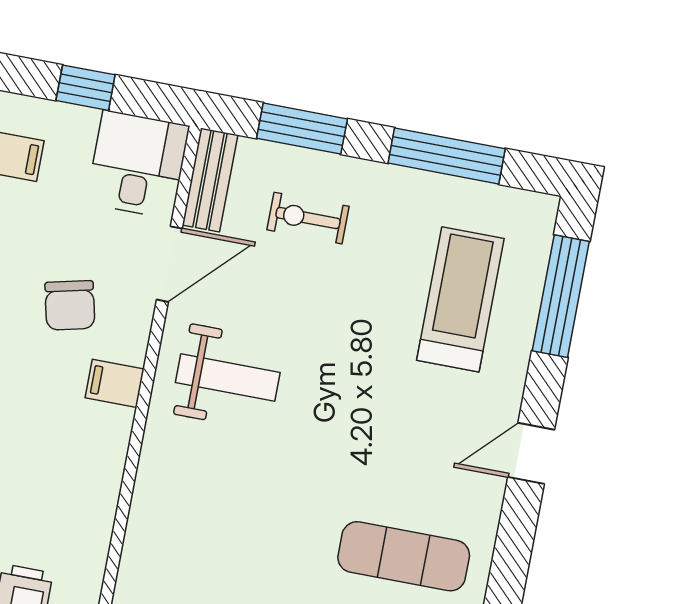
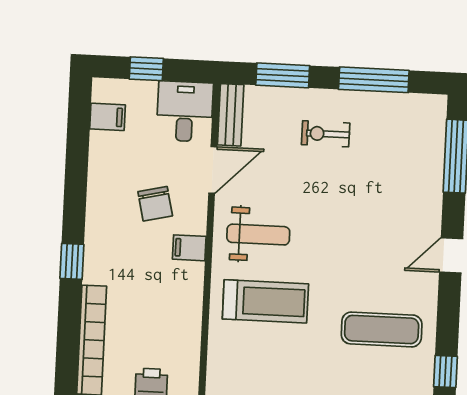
exercise bike: (308, 218) -> (326, 134), moved
treadmill: (460, 299) -> (265, 301), moved, turned 90

